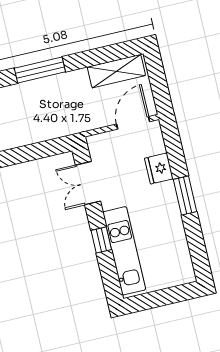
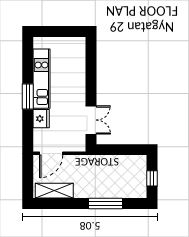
window: (101, 240) -> (91, 80), removed
kitchen unit: (124, 251) -> (41, 79), moved, turned 180

